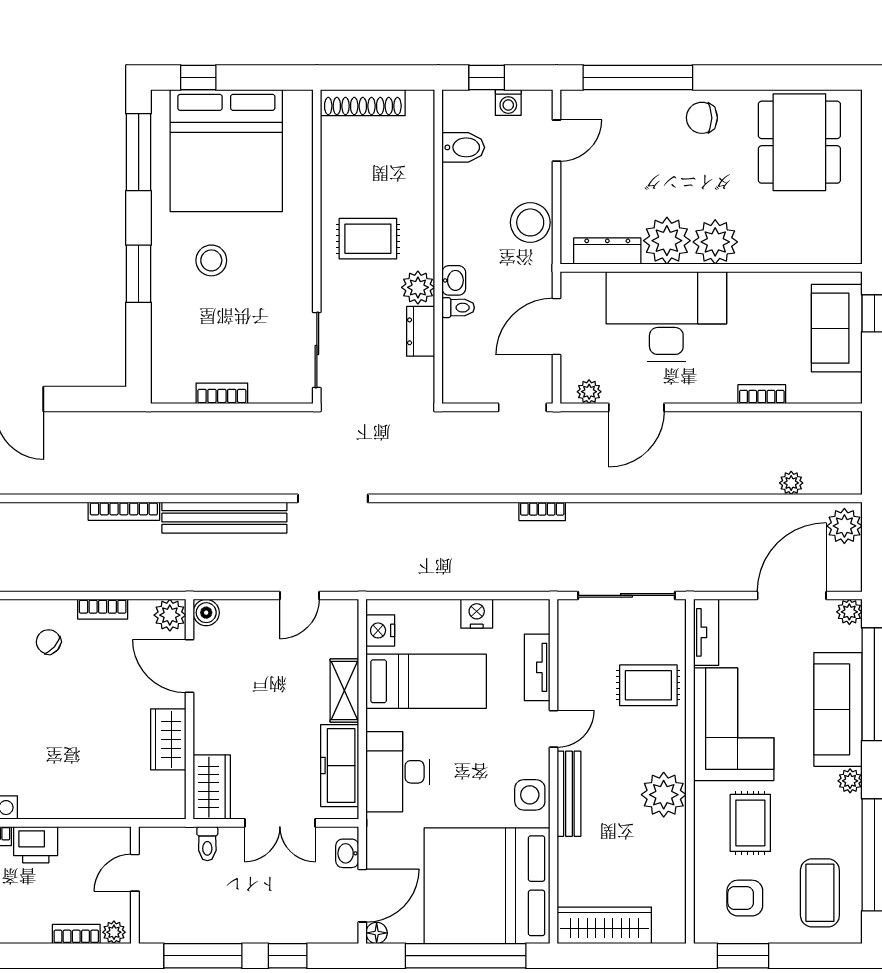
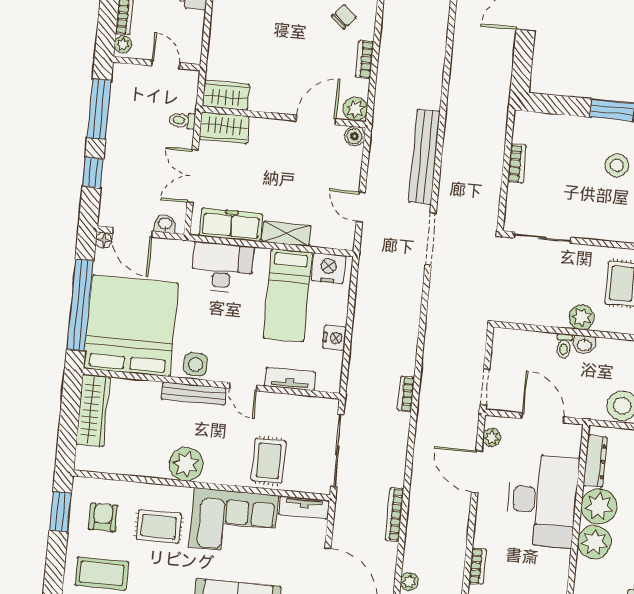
dresser: (421, 331) -> (549, 316), removed
bookcase: (124, 511) -> (395, 514), moved
nightstand: (380, 630) -> (328, 268), width x1.36, depth x1.33
wardrobe: (168, 739) -> (226, 95), moved

